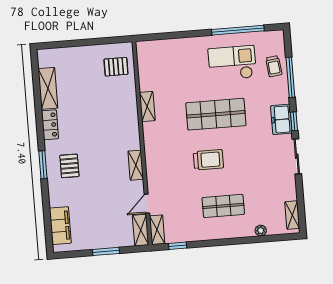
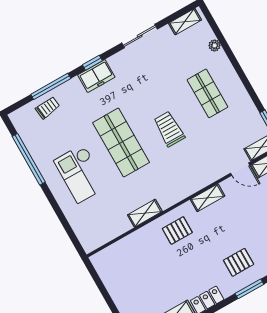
checkout: (232, 63) -> (81, 174), moved
pallet: (116, 67) -> (177, 230), moved, turned 90
sliding door: (297, 156) -> (140, 36), moved

